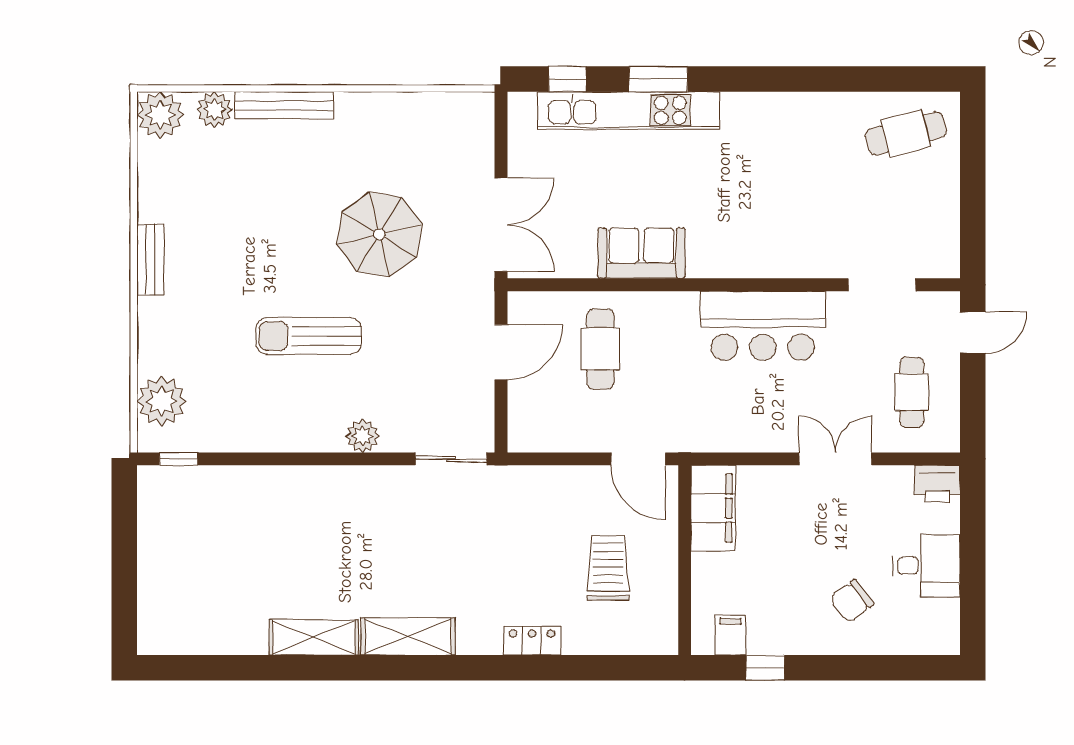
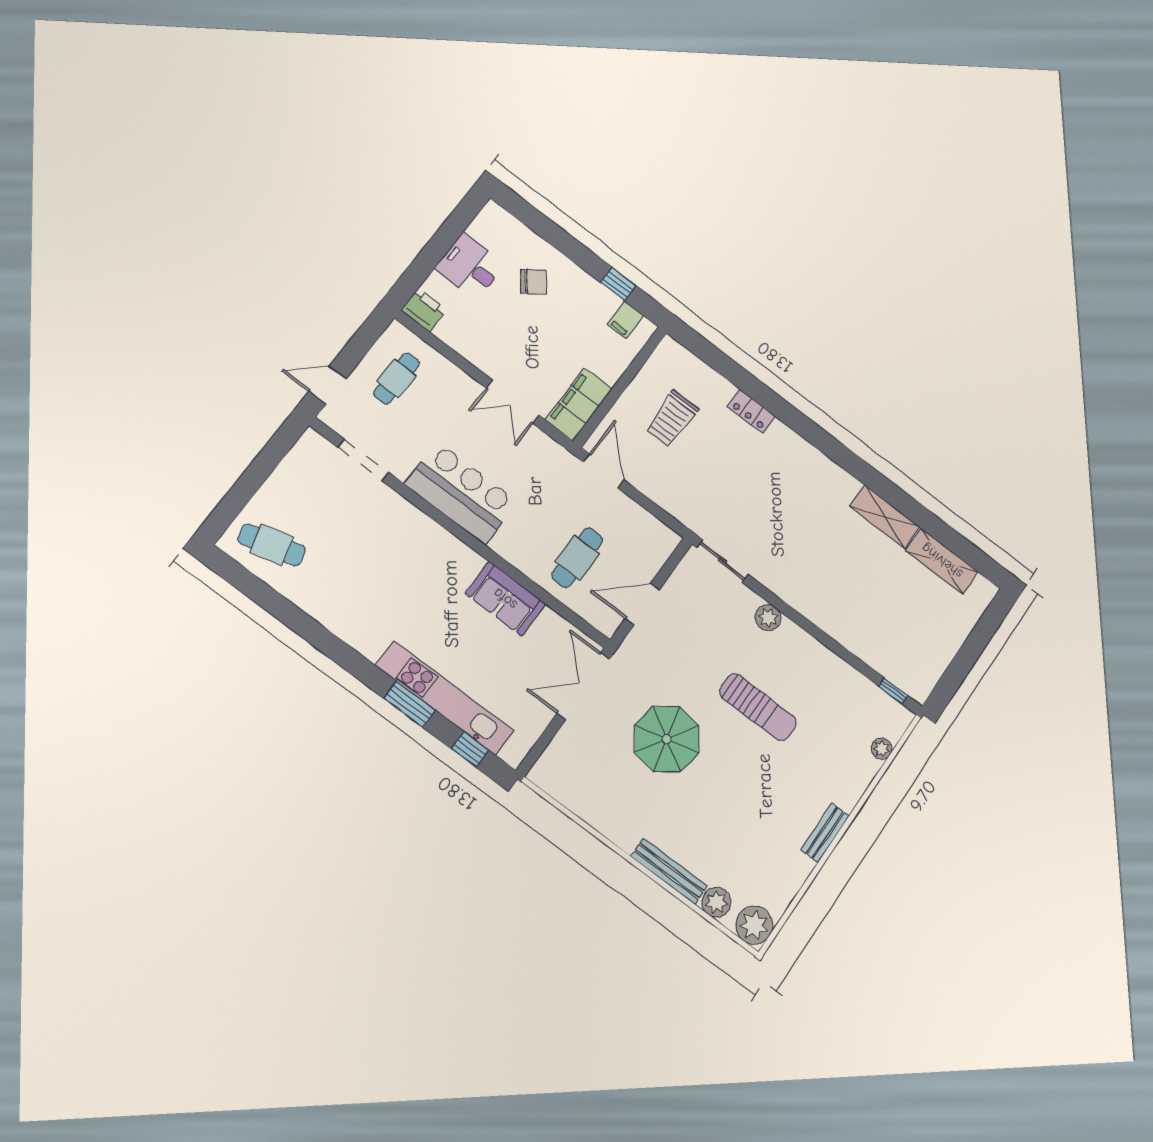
plant: (162, 401) -> (882, 749), width x0.53, depth x0.53
double door: (835, 459) -> (513, 402), moved
shelving: (408, 636) -> (942, 561), moved

